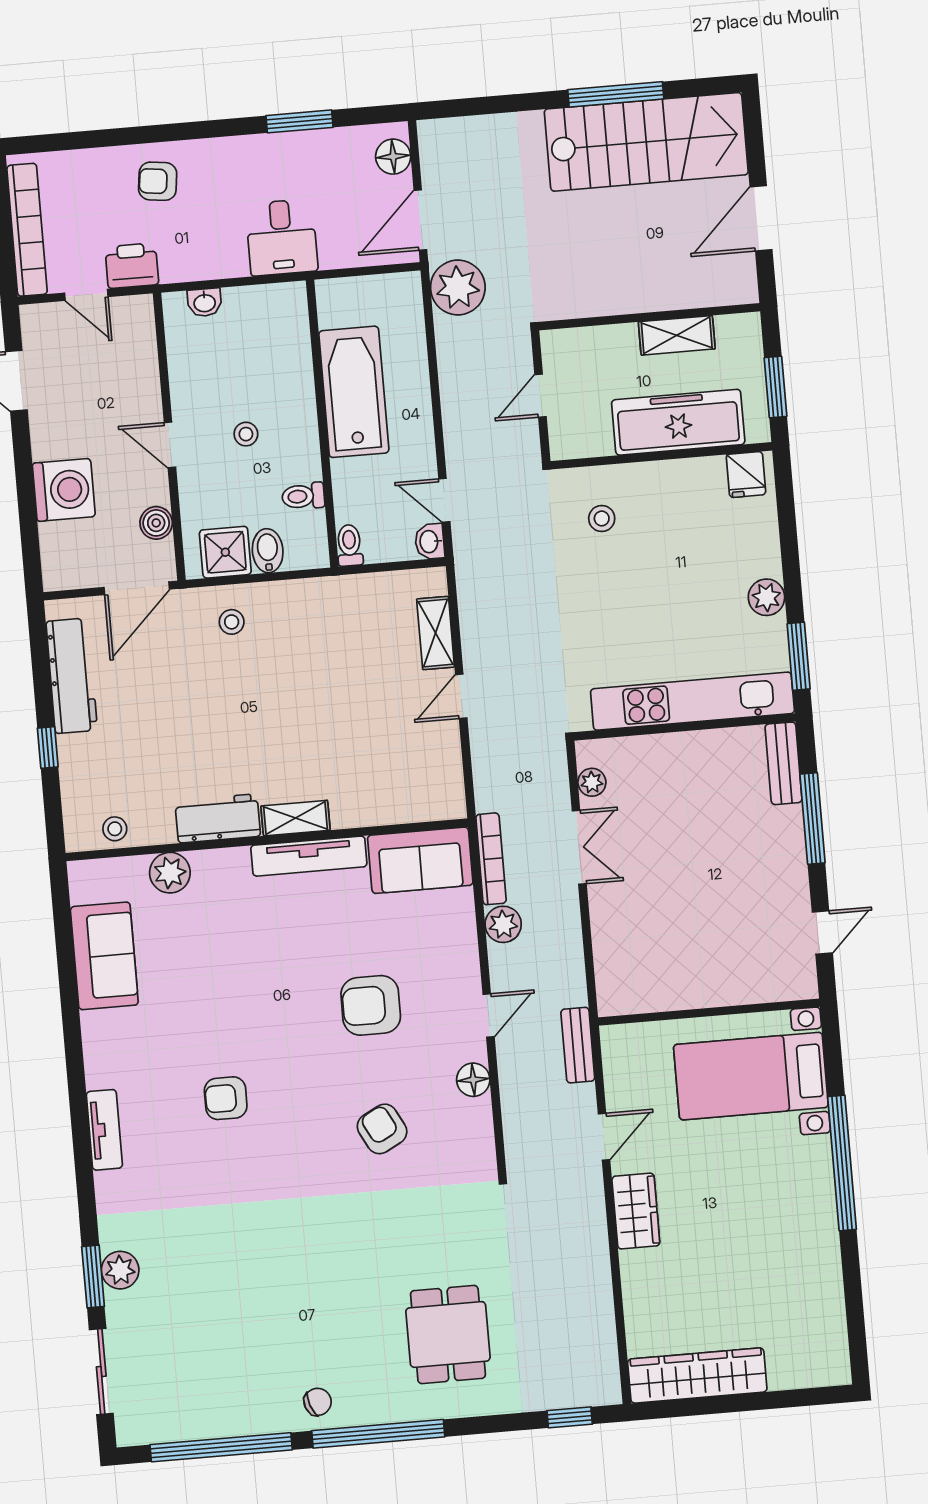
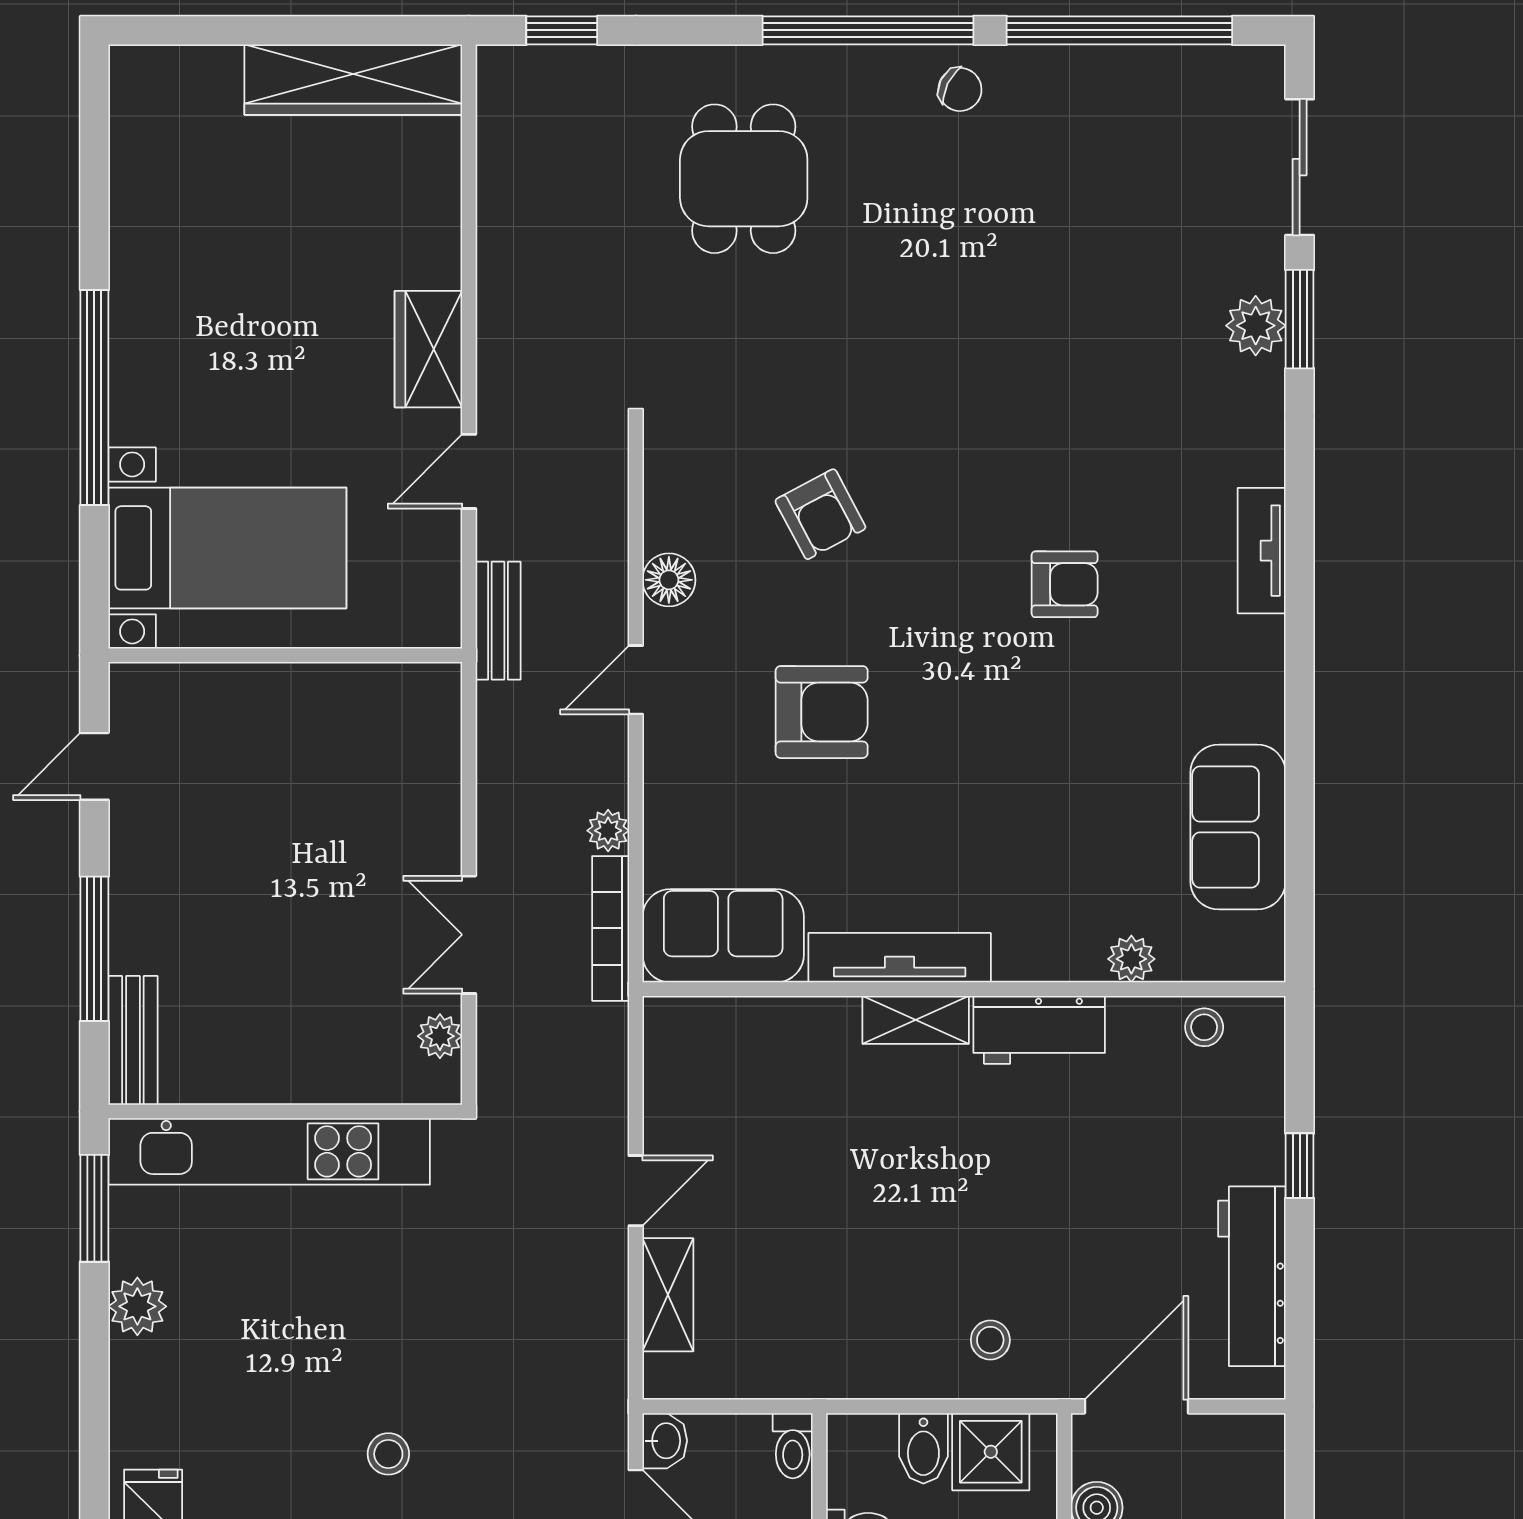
plant: (170, 873) -> (1131, 959), width x0.73, depth x0.73
plant: (503, 924) -> (608, 831), width x0.73, depth x0.73
chair: (318, 1402) -> (960, 89), turned -134

